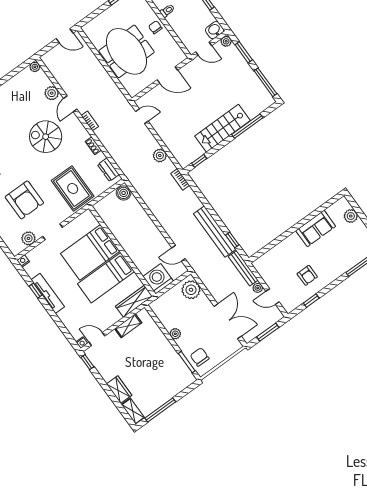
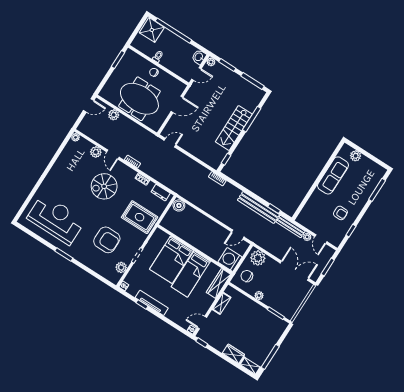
plant: (160, 156) -> (114, 115), moved
sofa: (316, 228) -> (333, 175), width x1.36
door: (273, 297) -> (321, 239), hinge flipped
chair: (200, 357) -> (247, 276), moved

